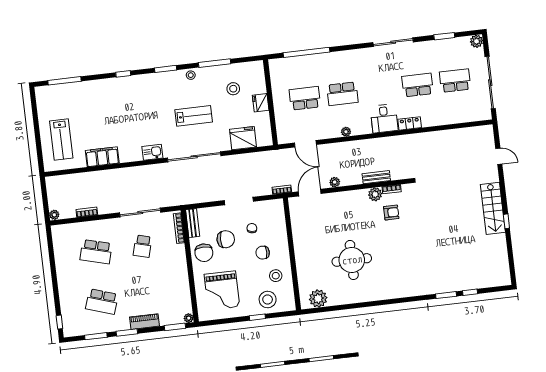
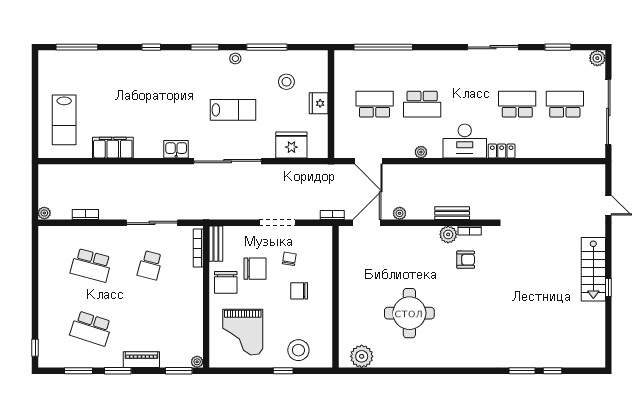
desk: (384, 118) -> (465, 141), width x1.37
stool: (276, 276) -> (312, 322), removed

